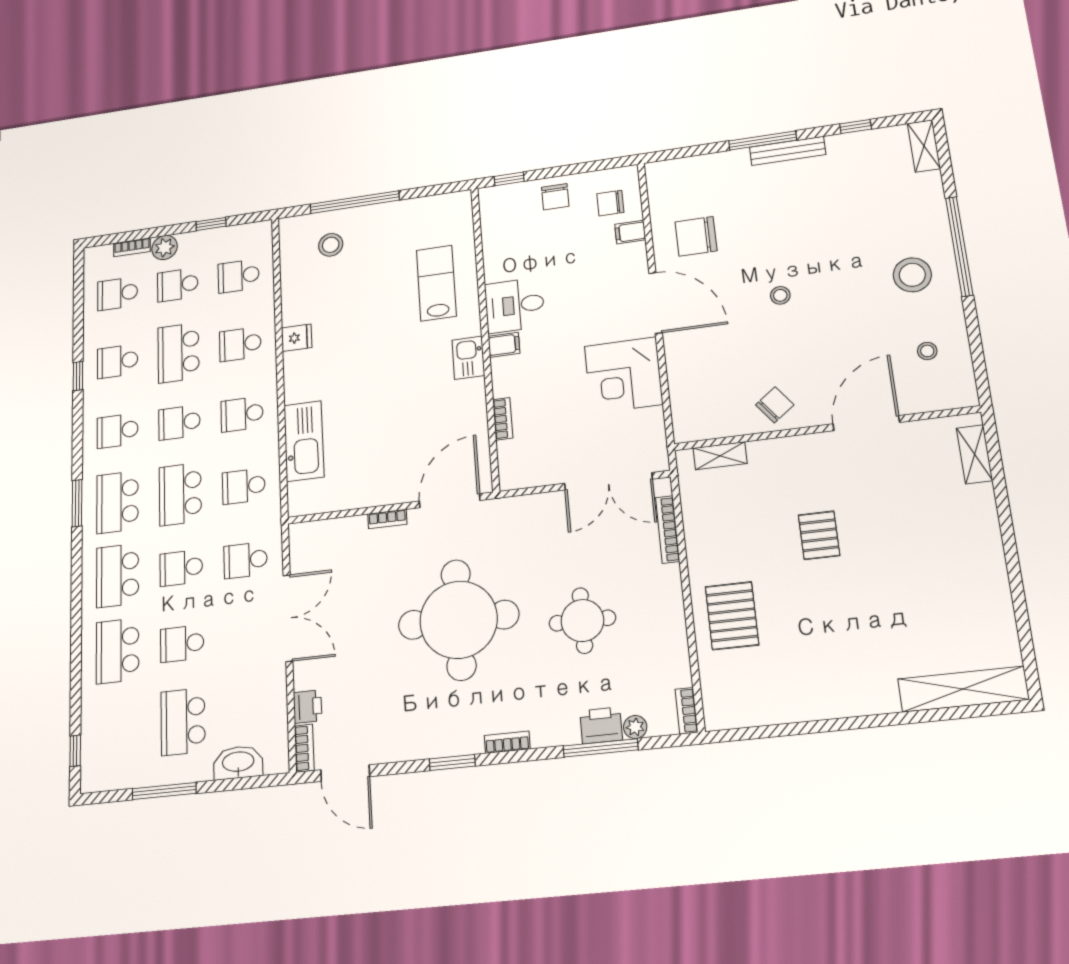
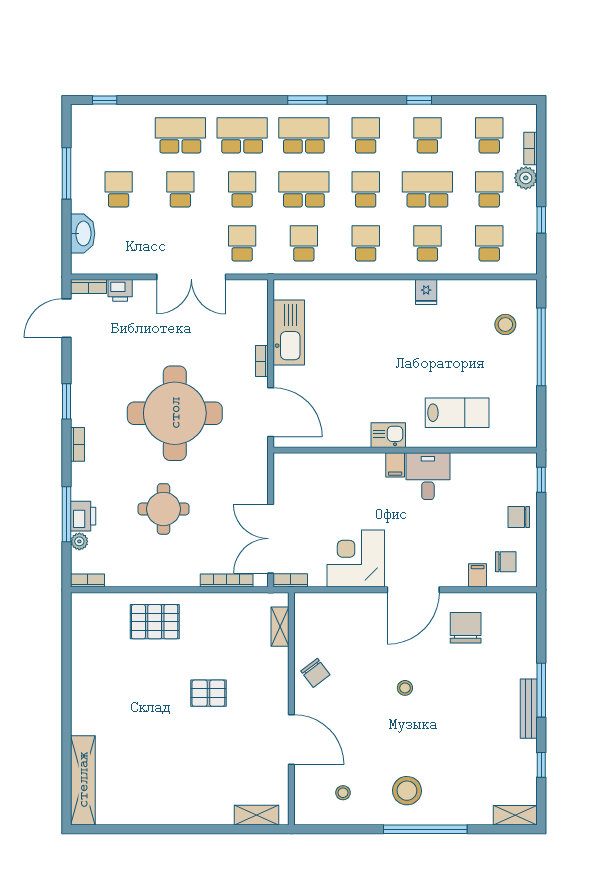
chair: (610, 203) -> (506, 562), turned 90
bookcase: (503, 419) -> (290, 580), moved, turned 180
kitchen sink: (304, 441) -> (289, 333), moved, turned -90
school desk: (183, 722) -> (119, 189), width x0.54

